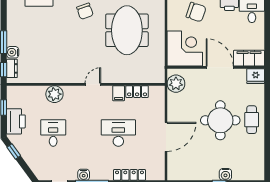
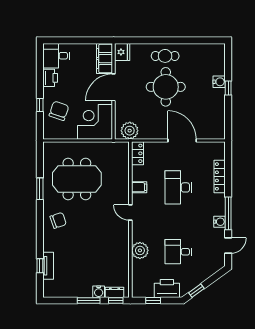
locker: (137, 92) -> (137, 153), moved

